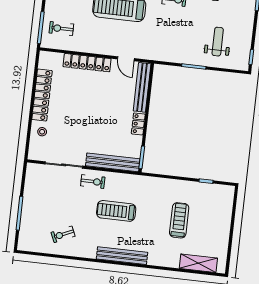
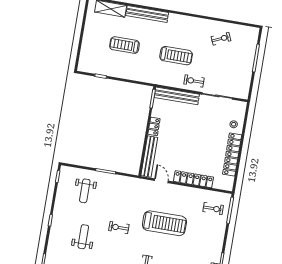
treadmill: (179, 220) -> (125, 45), turned 90
bench: (122, 256) -> (147, 14), moved

